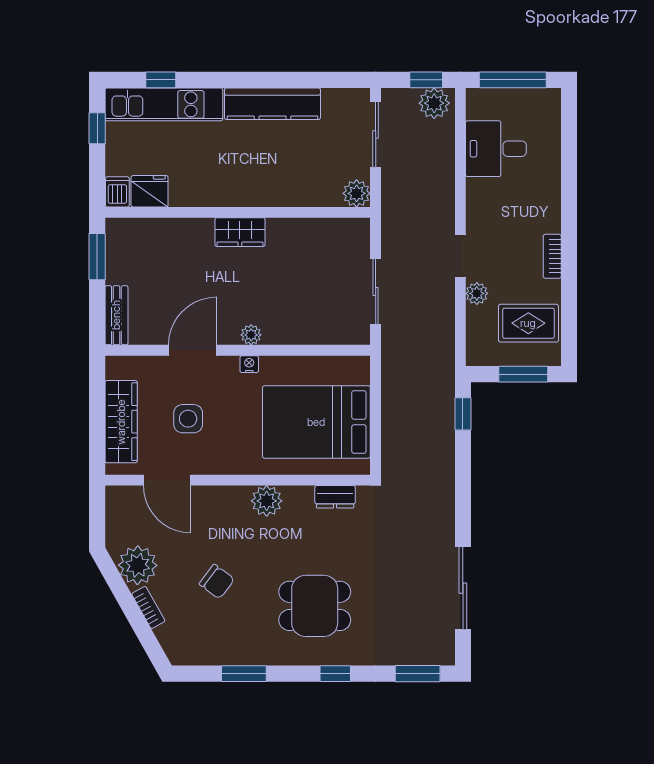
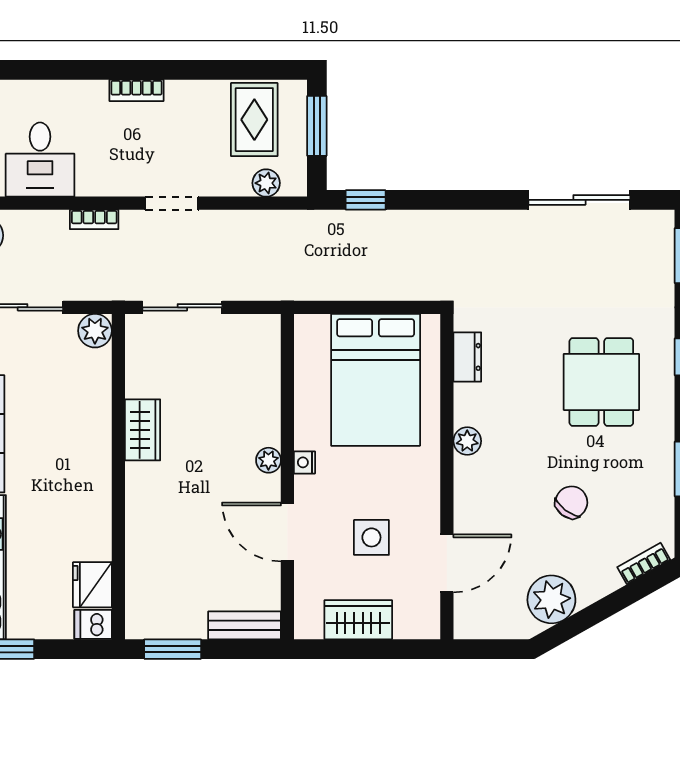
bookcase: (447, 193) -> (94, 219), added
wardrobe: (240, 232) -> (143, 430), moved
bookcase: (552, 256) -> (136, 90), moved
sliding door: (376, 291) -> (182, 307), moved
plant: (477, 293) -> (266, 183), moved
wardrobe: (121, 422) -> (358, 620), width x0.67
plant: (267, 501) -> (467, 441), width x0.73, depth x0.73
bookcase: (148, 607) -> (644, 563), moved

